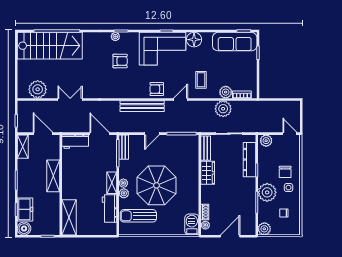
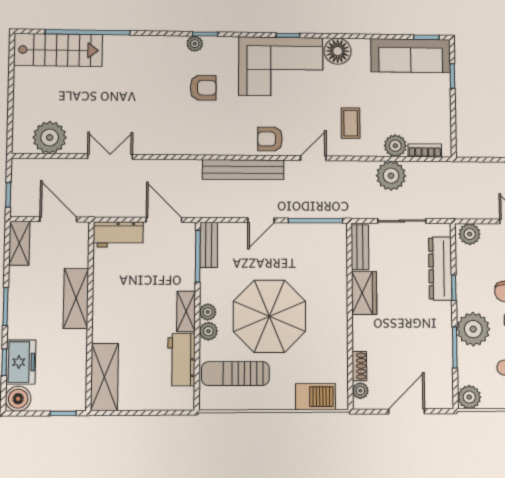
stairs: (50, 46) -> (58, 50), width x0.73, depth x0.66
barbecue: (192, 224) -> (315, 397), moved, turned 90

